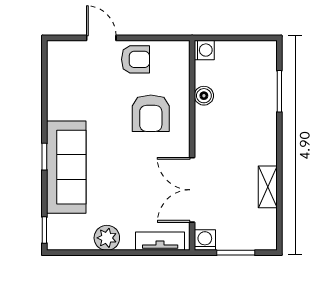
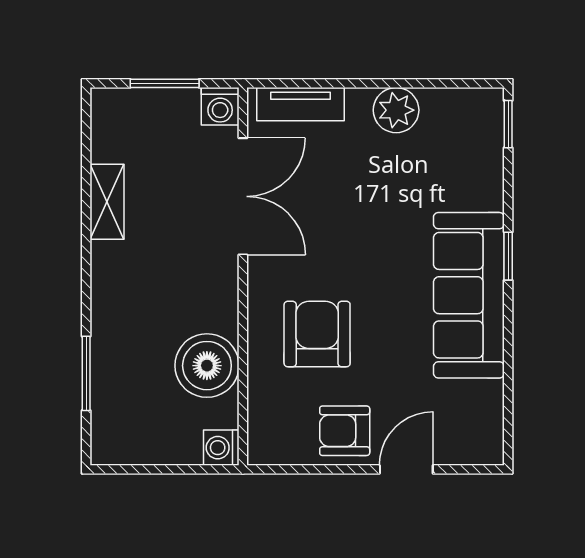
door: (101, 38) -> (406, 469), swing flipped
boiler: (204, 96) -> (207, 366), width x1.86, depth x1.86
sofa: (66, 167) -> (469, 295), moved

